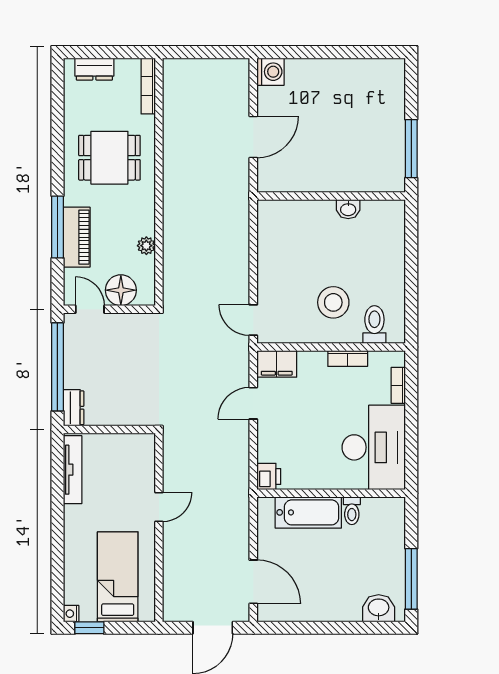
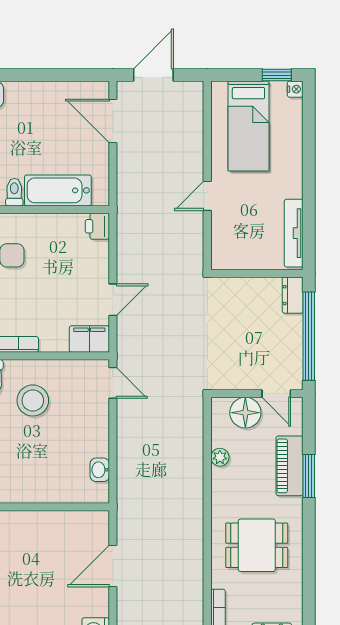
washbasin: (348, 209) -> (100, 470), moved, turned -90
window: (57, 227) -> (309, 476), width x0.69

